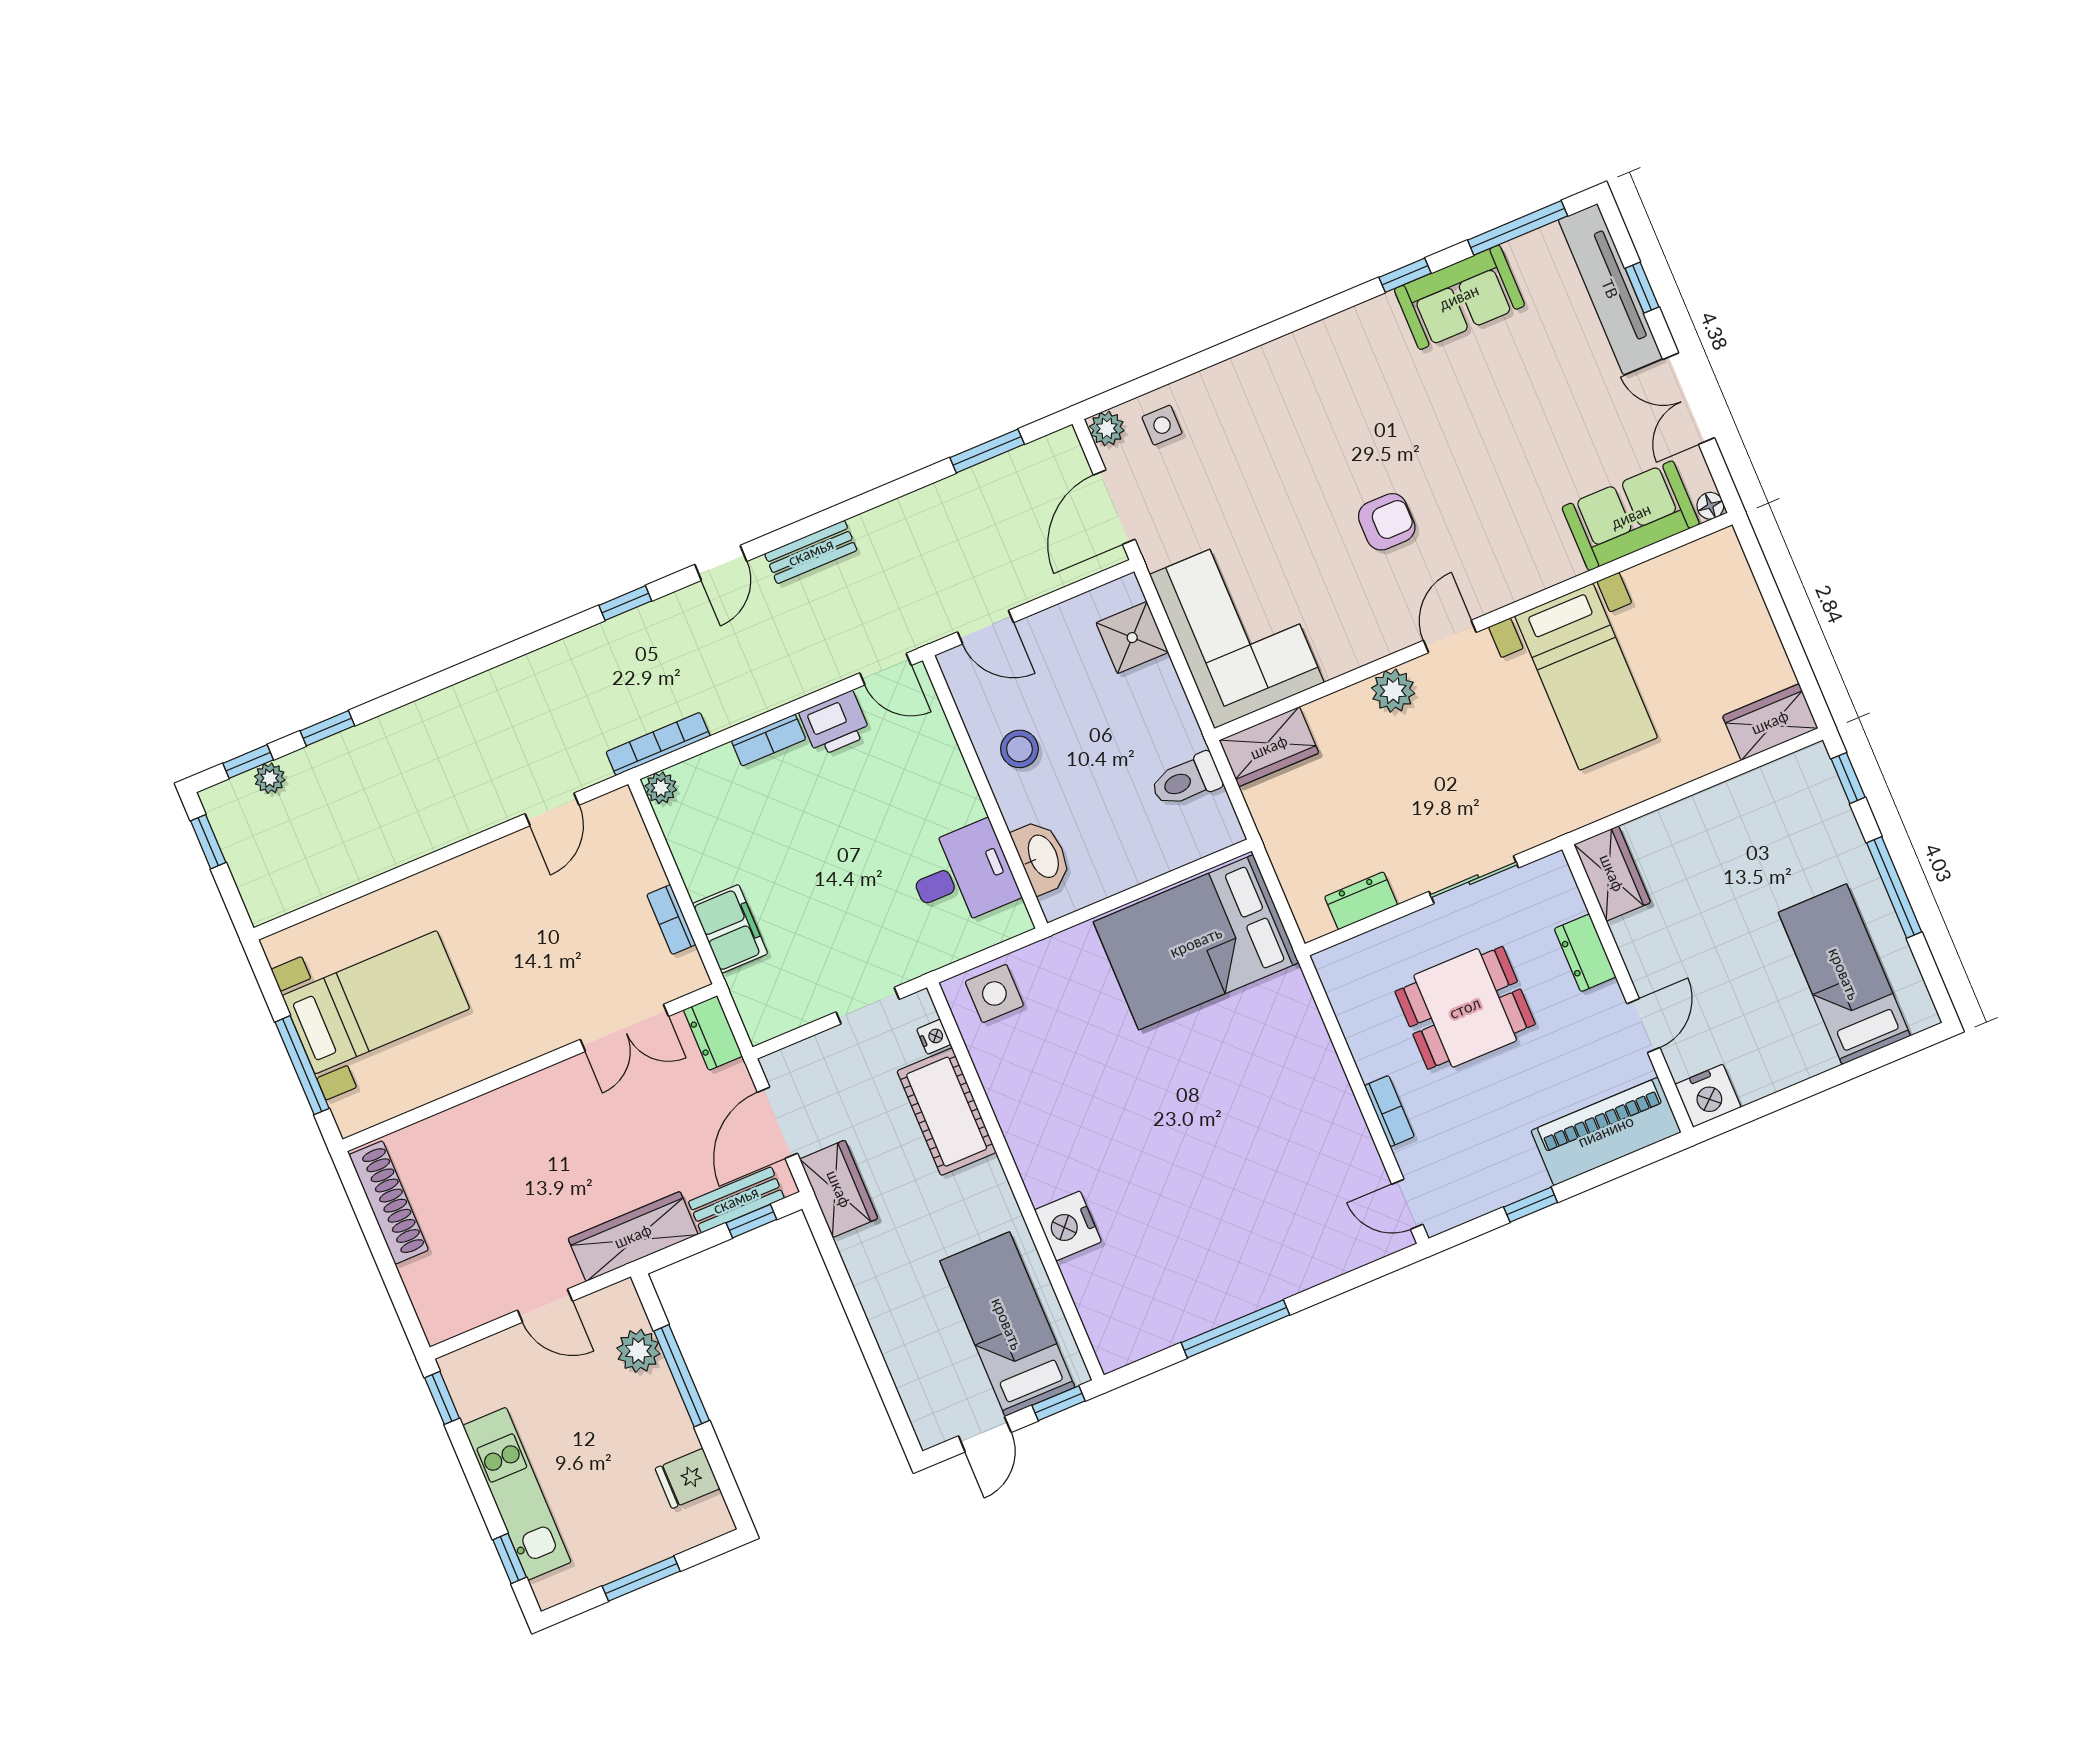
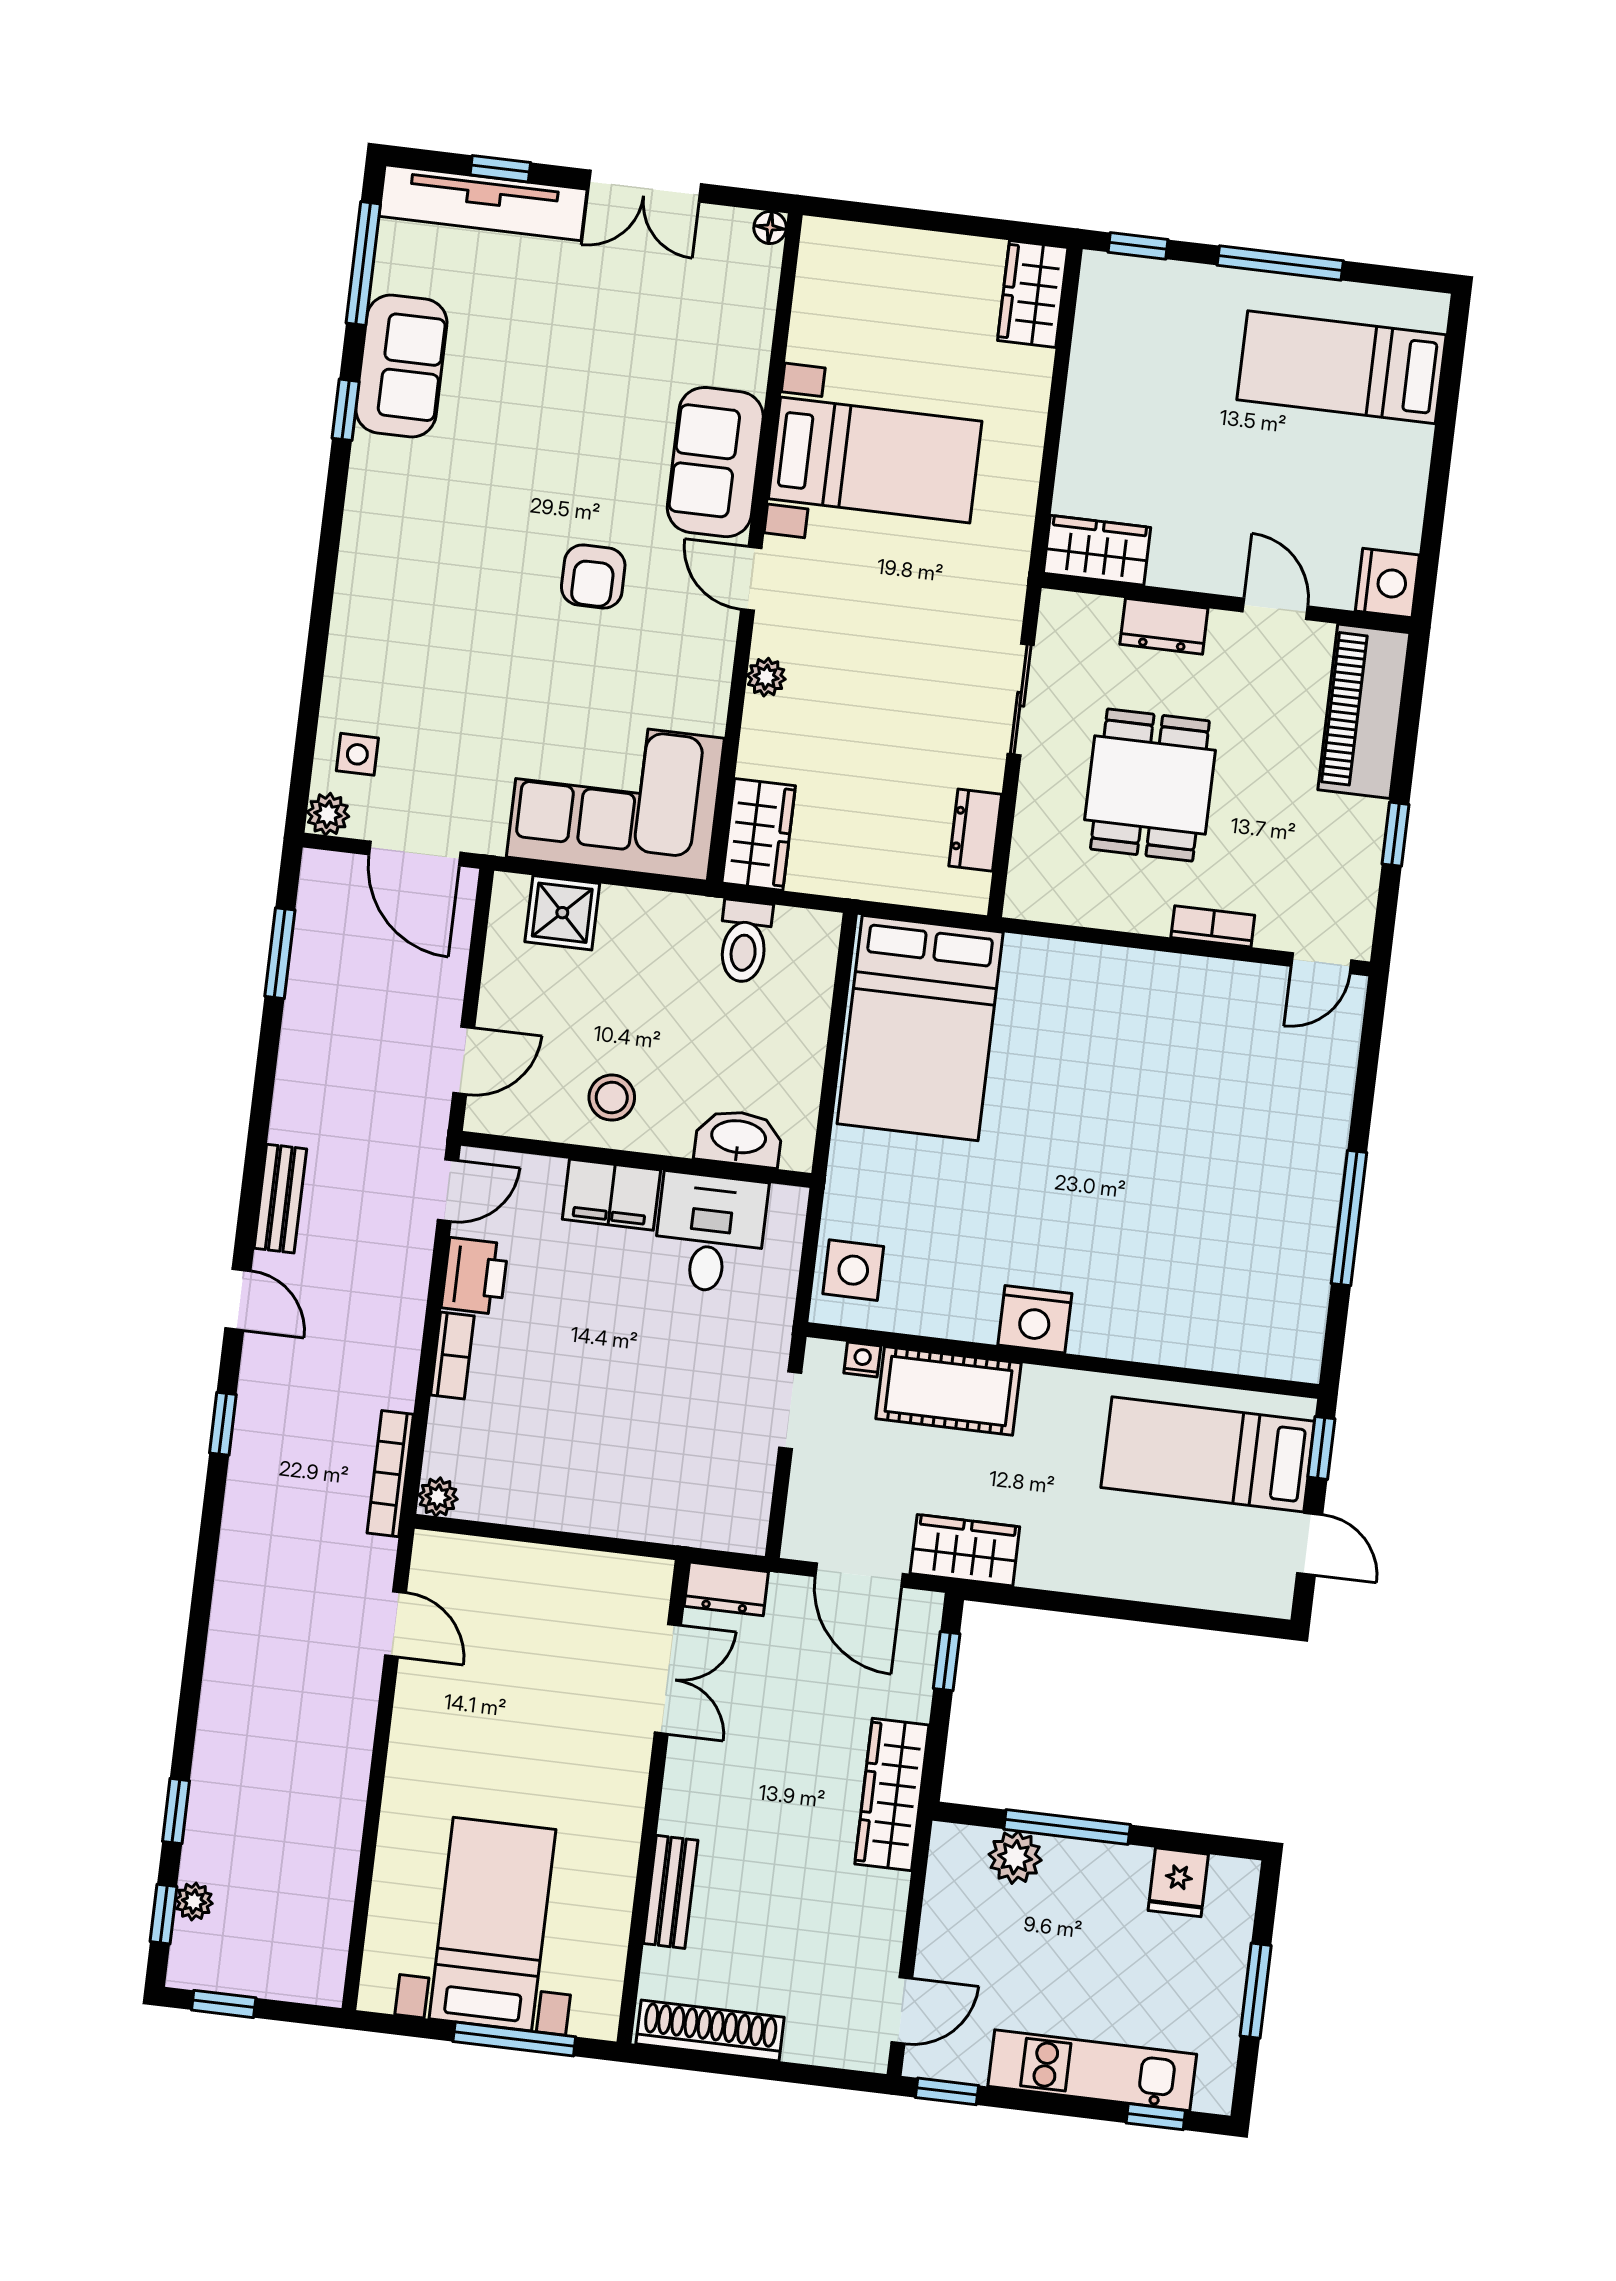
sofa: (1631, 516) -> (715, 462), moved
armchair: (1387, 522) -> (593, 576), turned 180
plant: (1393, 691) -> (766, 677), width x0.73, depth x0.73
bookcase: (671, 920) -> (582, 1565), removed
filing cabinet: (730, 929) -> (611, 1195), moved, turned 180
bench: (736, 1200) -> (671, 1892), moved
nightstand: (1068, 1226) -> (1035, 1319), moved
door: (545, 1306) -> (902, 2010), moved

